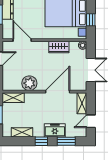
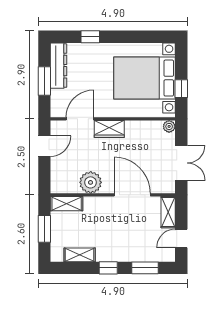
door: (22, 40) -> (80, 119), hinge flipped
wardrobe: (59, 47) -> (109, 129), moved
door: (58, 92) -> (132, 195), hinge flipped
freezer: (55, 130) -> (128, 252), removed

